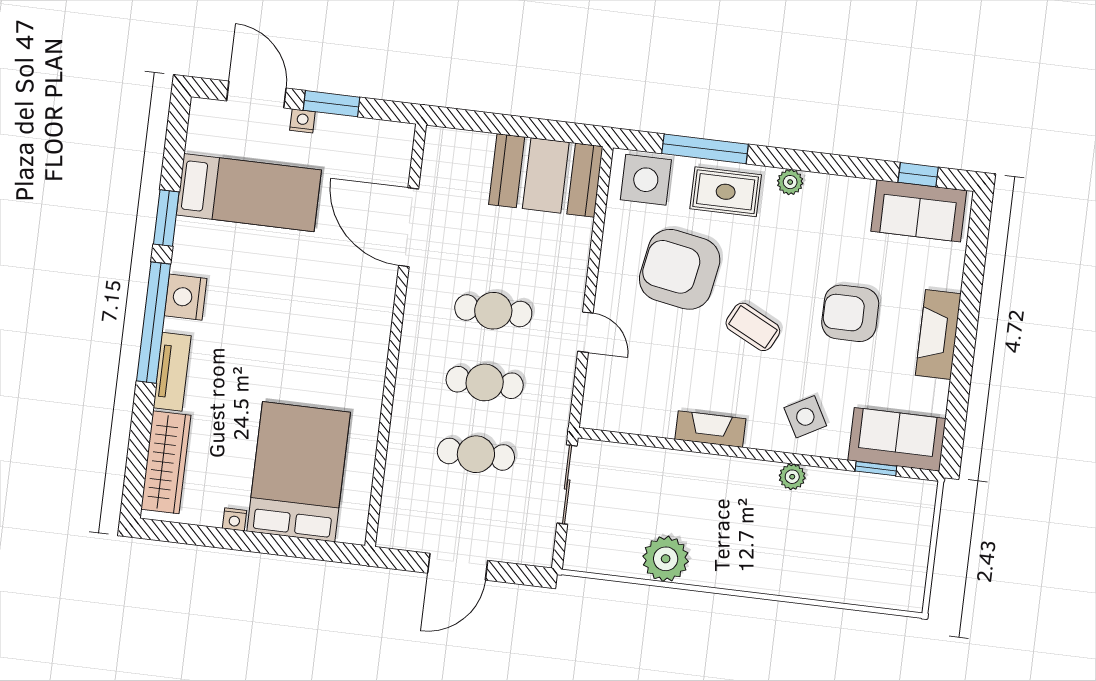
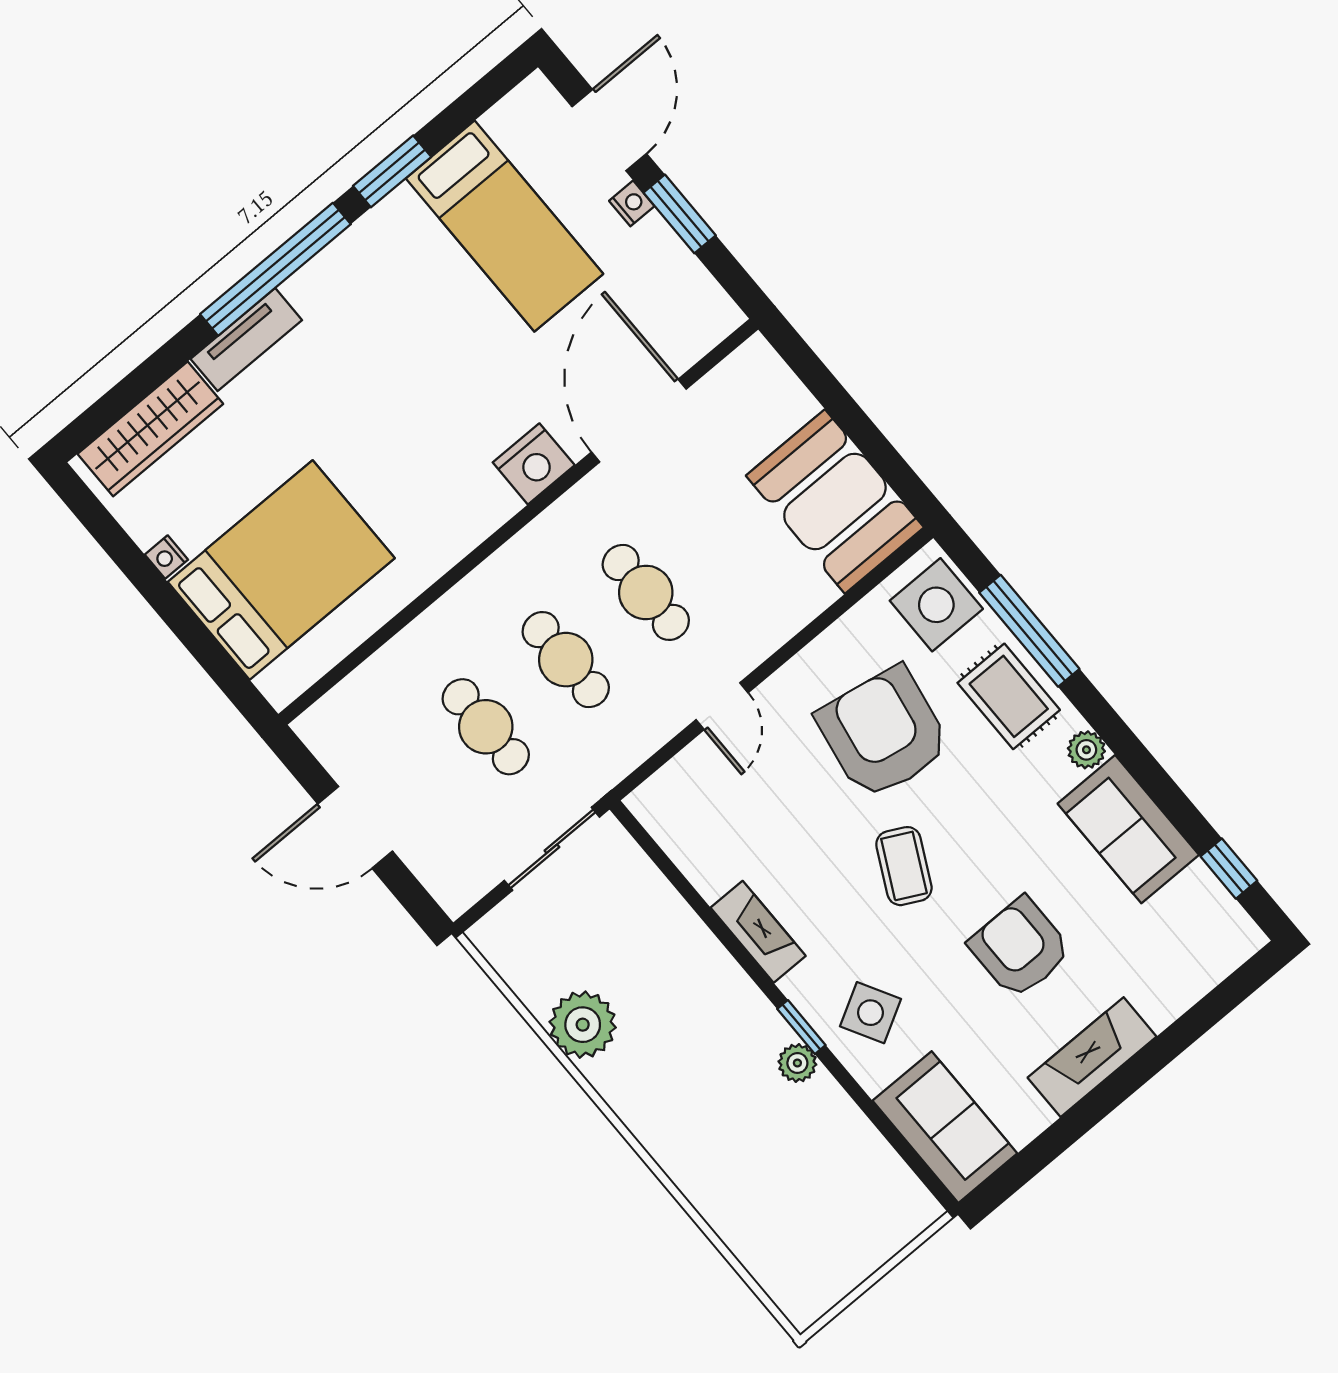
sofa: (919, 211) -> (1128, 829), moved
nightstand: (186, 297) -> (534, 464), moved, turned 180
window: (876, 469) -> (801, 1027), moved

